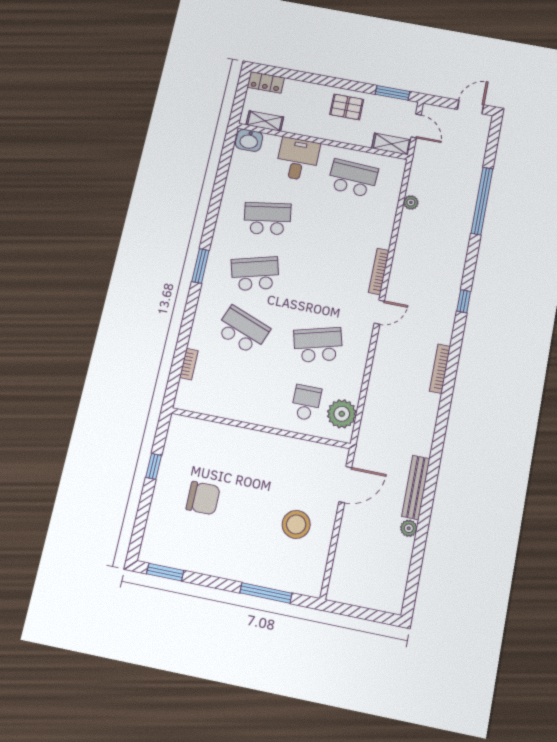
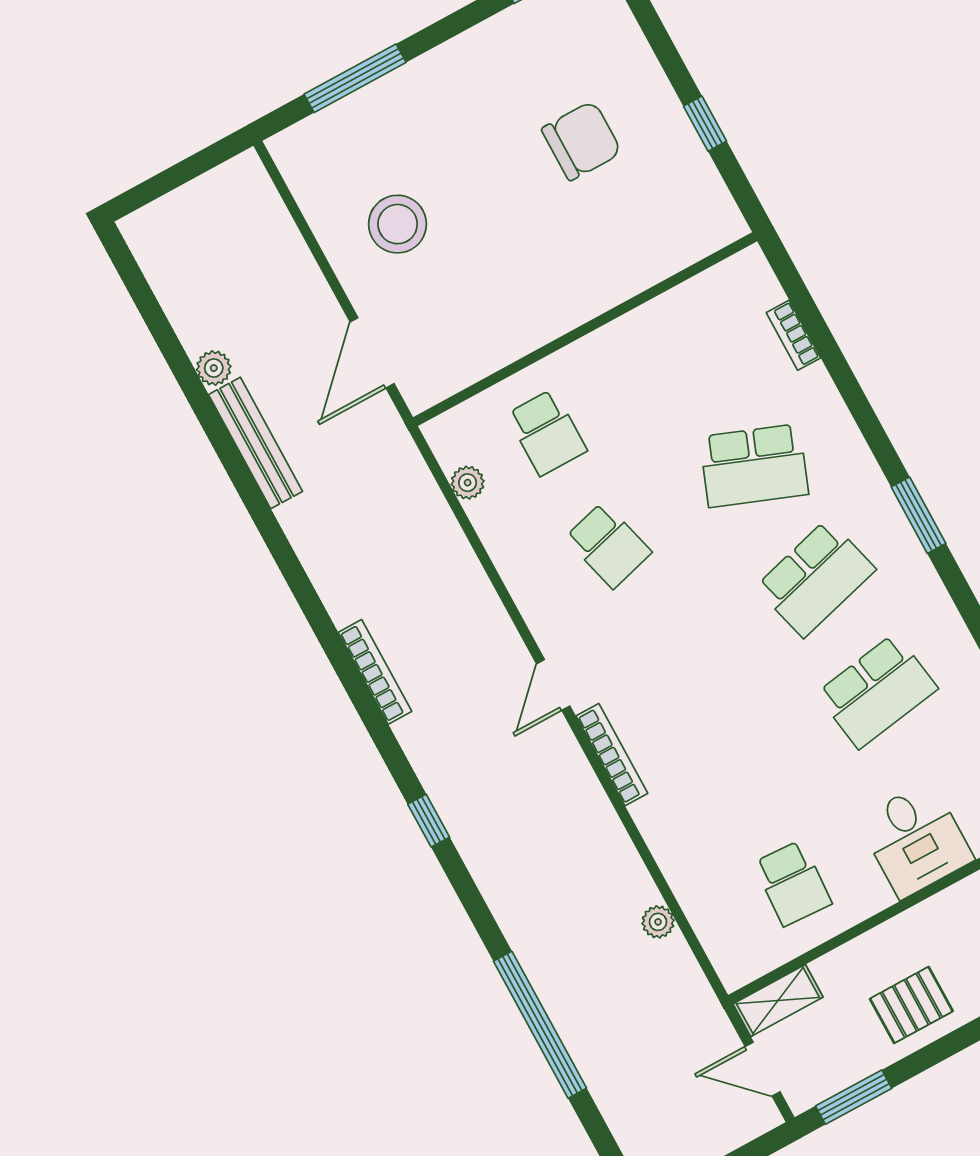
school desk: (353, 178) -> (793, 883), width x0.54
school desk: (318, 345) -> (608, 545), width x0.54
plant: (342, 414) -> (468, 483), width x0.53, depth x0.53
chair: (203, 498) -> (582, 141), turned 180

